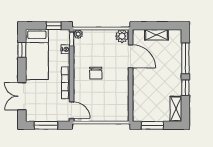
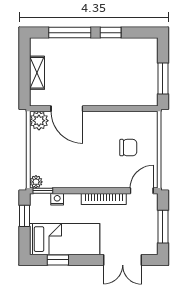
door: (131, 56) -> (67, 109), swing flipped
chair: (96, 73) -> (128, 148), moved
shelving: (176, 109) -> (140, 46), removed

